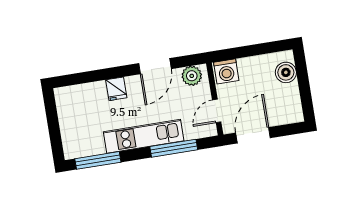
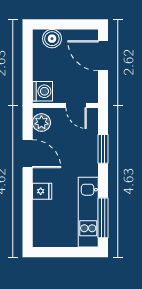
door: (253, 135) -> (103, 56), moved
kitchen unit: (144, 136) -> (88, 212), moved
window: (174, 148) -> (103, 149), width x0.69

